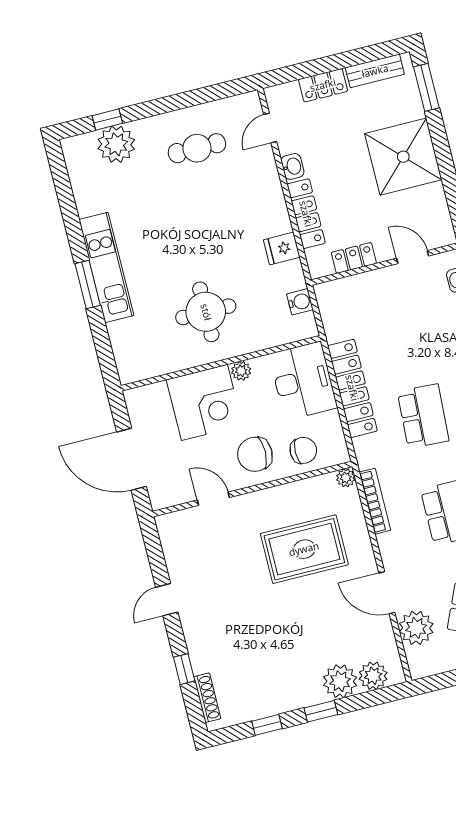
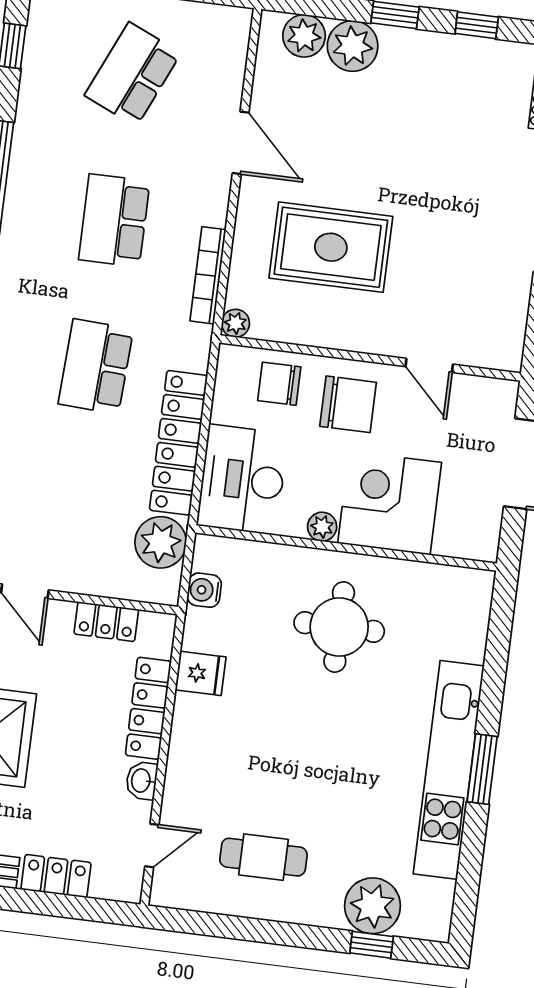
kitchen unit: (106, 267) -> (449, 770), width x1.36
window: (88, 284) -> (482, 769), moved
plant: (416, 628) -> (161, 542), moved

